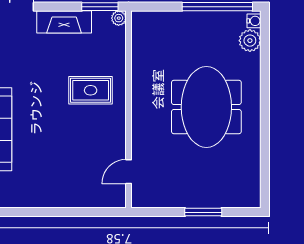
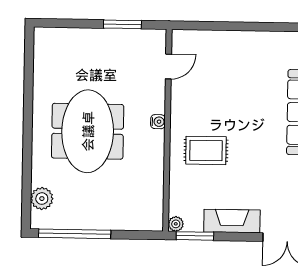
water cooler: (254, 21) -> (158, 122), moved, turned 180
window: (203, 212) -> (122, 24), moved

